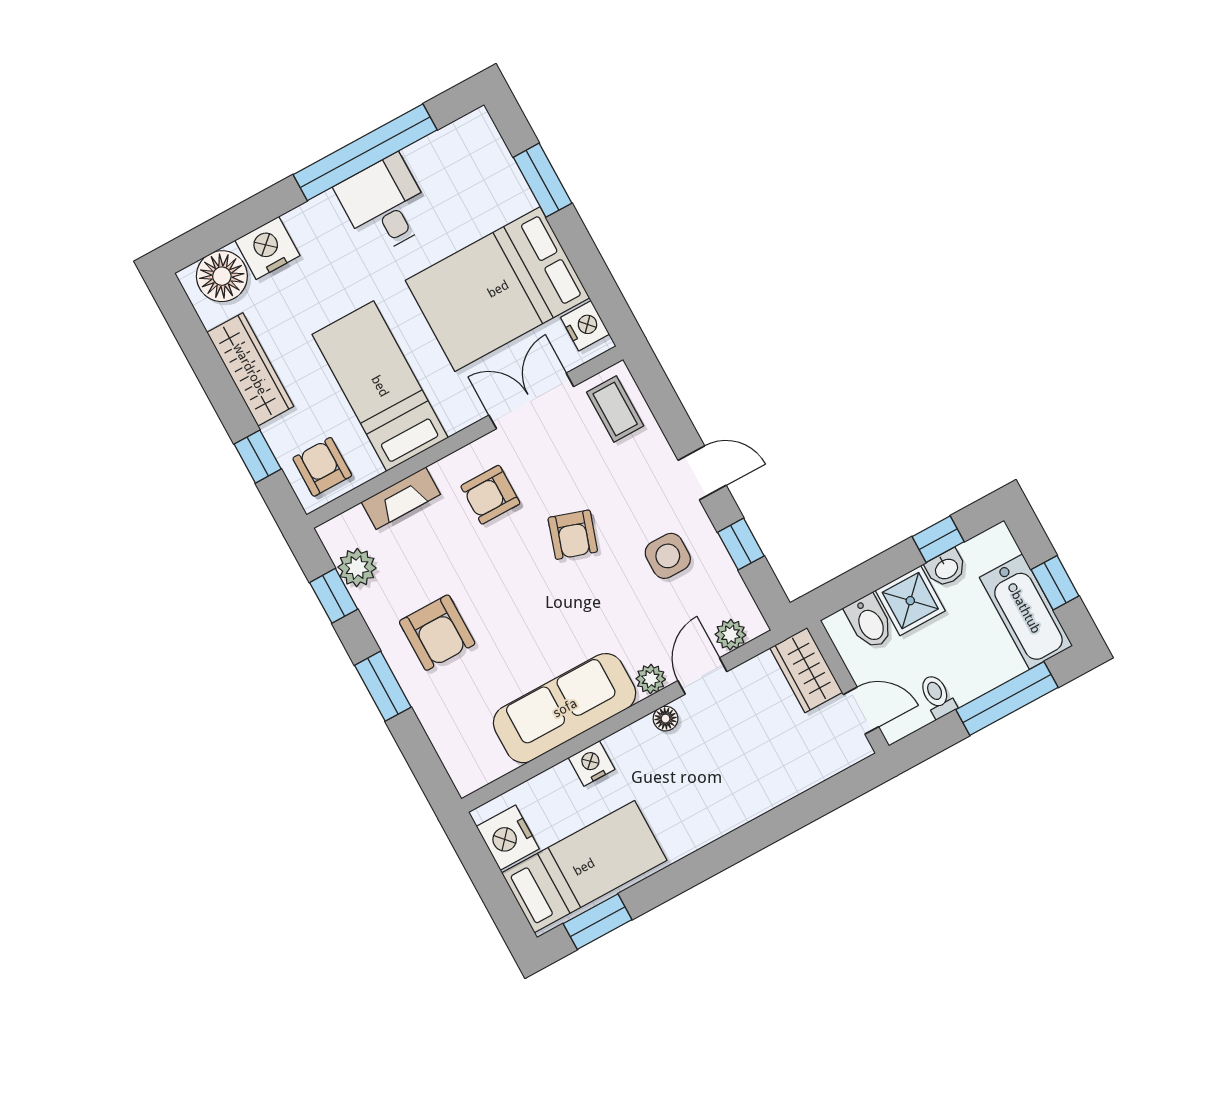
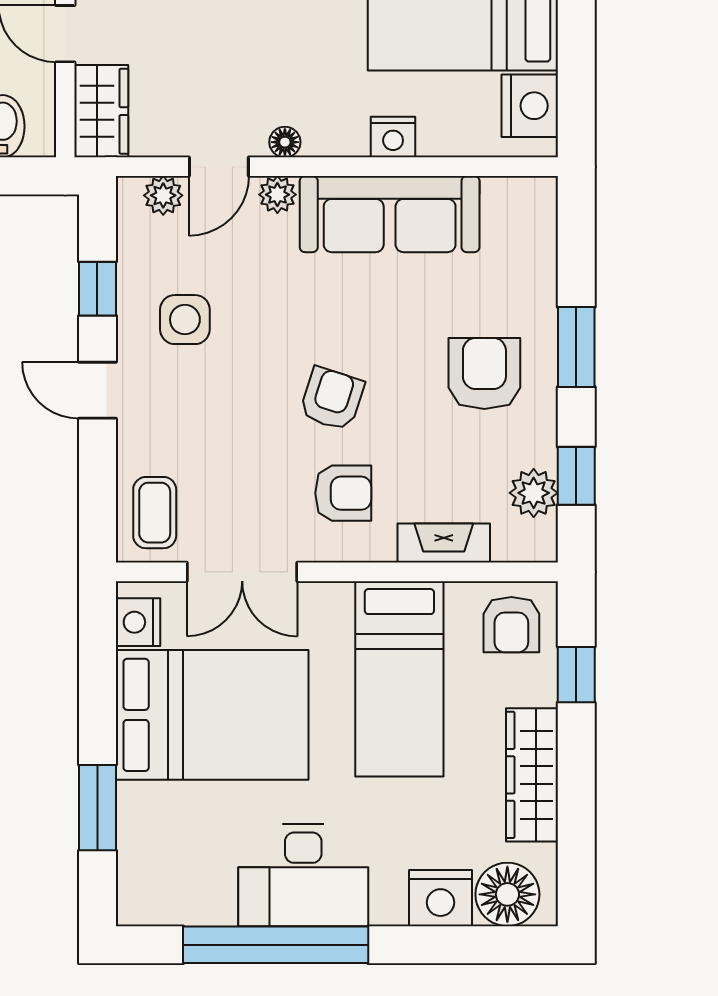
desk: (385, 205) -> (303, 875), width x1.37
armchair: (573, 535) -> (332, 399), moved

